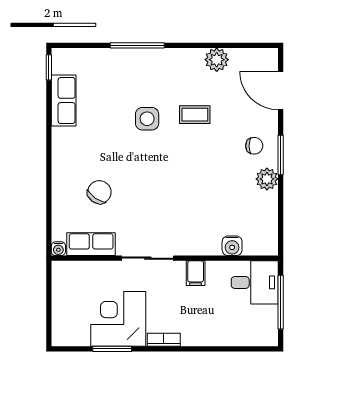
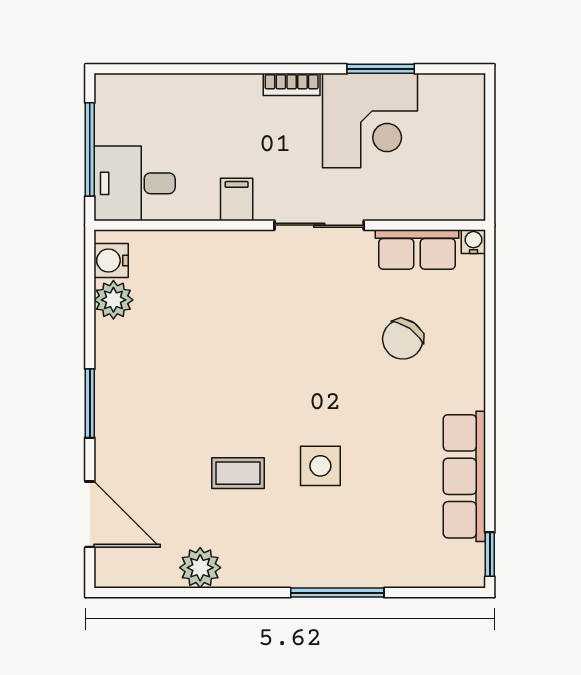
row of seats: (64, 100) -> (464, 476), width x1.48
chair: (254, 146) -> (135, 419), removed
plant: (267, 179) -> (113, 300), moved
water cooler: (232, 246) -> (111, 261), moved, turned -90

